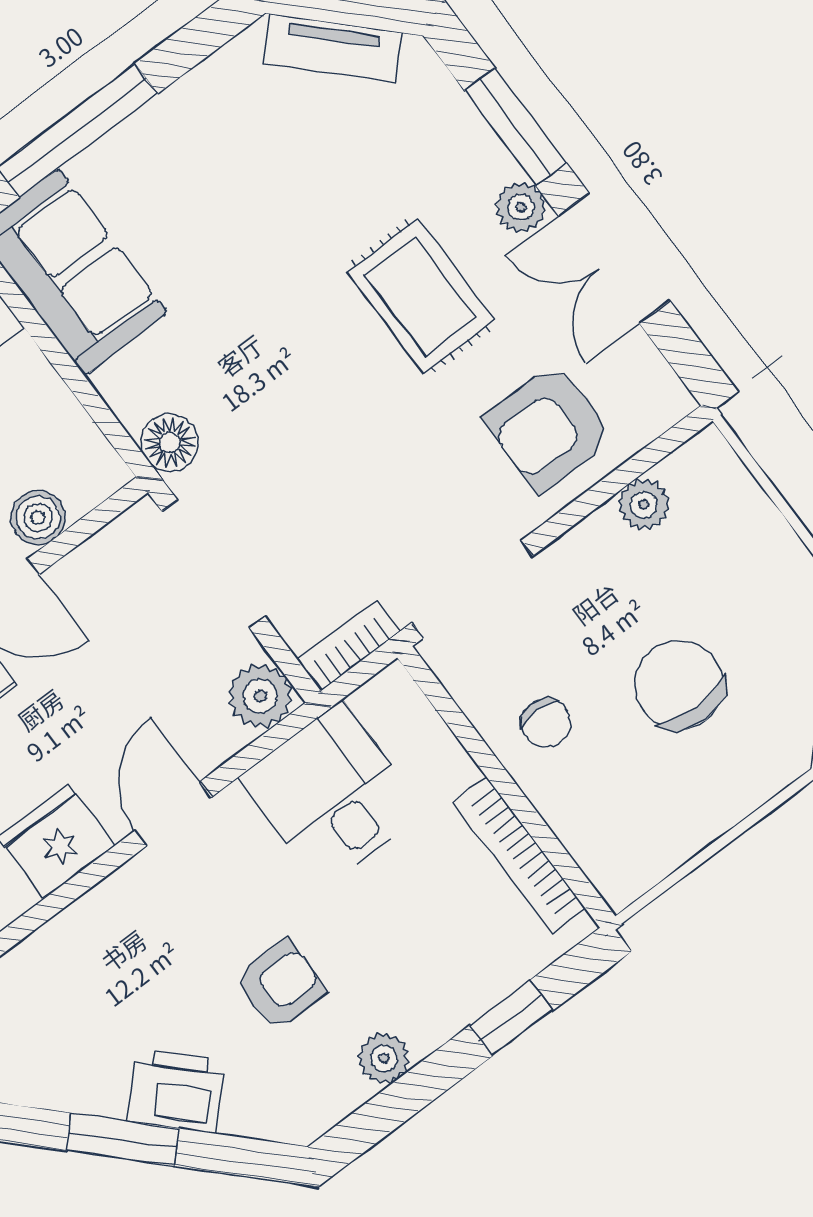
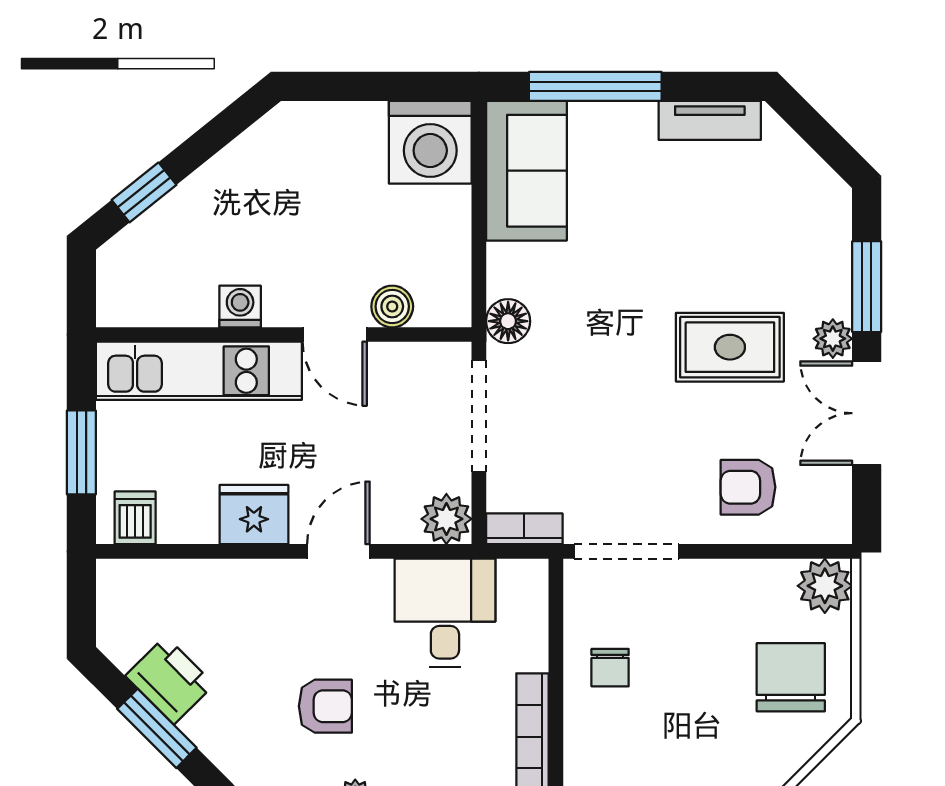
tv unit: (333, 48) -> (710, 120), moved, turned -45
rug: (421, 296) -> (730, 347), turned 90
armchair: (549, 428) -> (748, 487), width x0.72, depth x0.72
plant: (644, 505) -> (825, 586), moved, width x1.38, depth x1.38
chair: (679, 685) -> (791, 677), moved
printer: (176, 1091) -> (170, 680), moved

